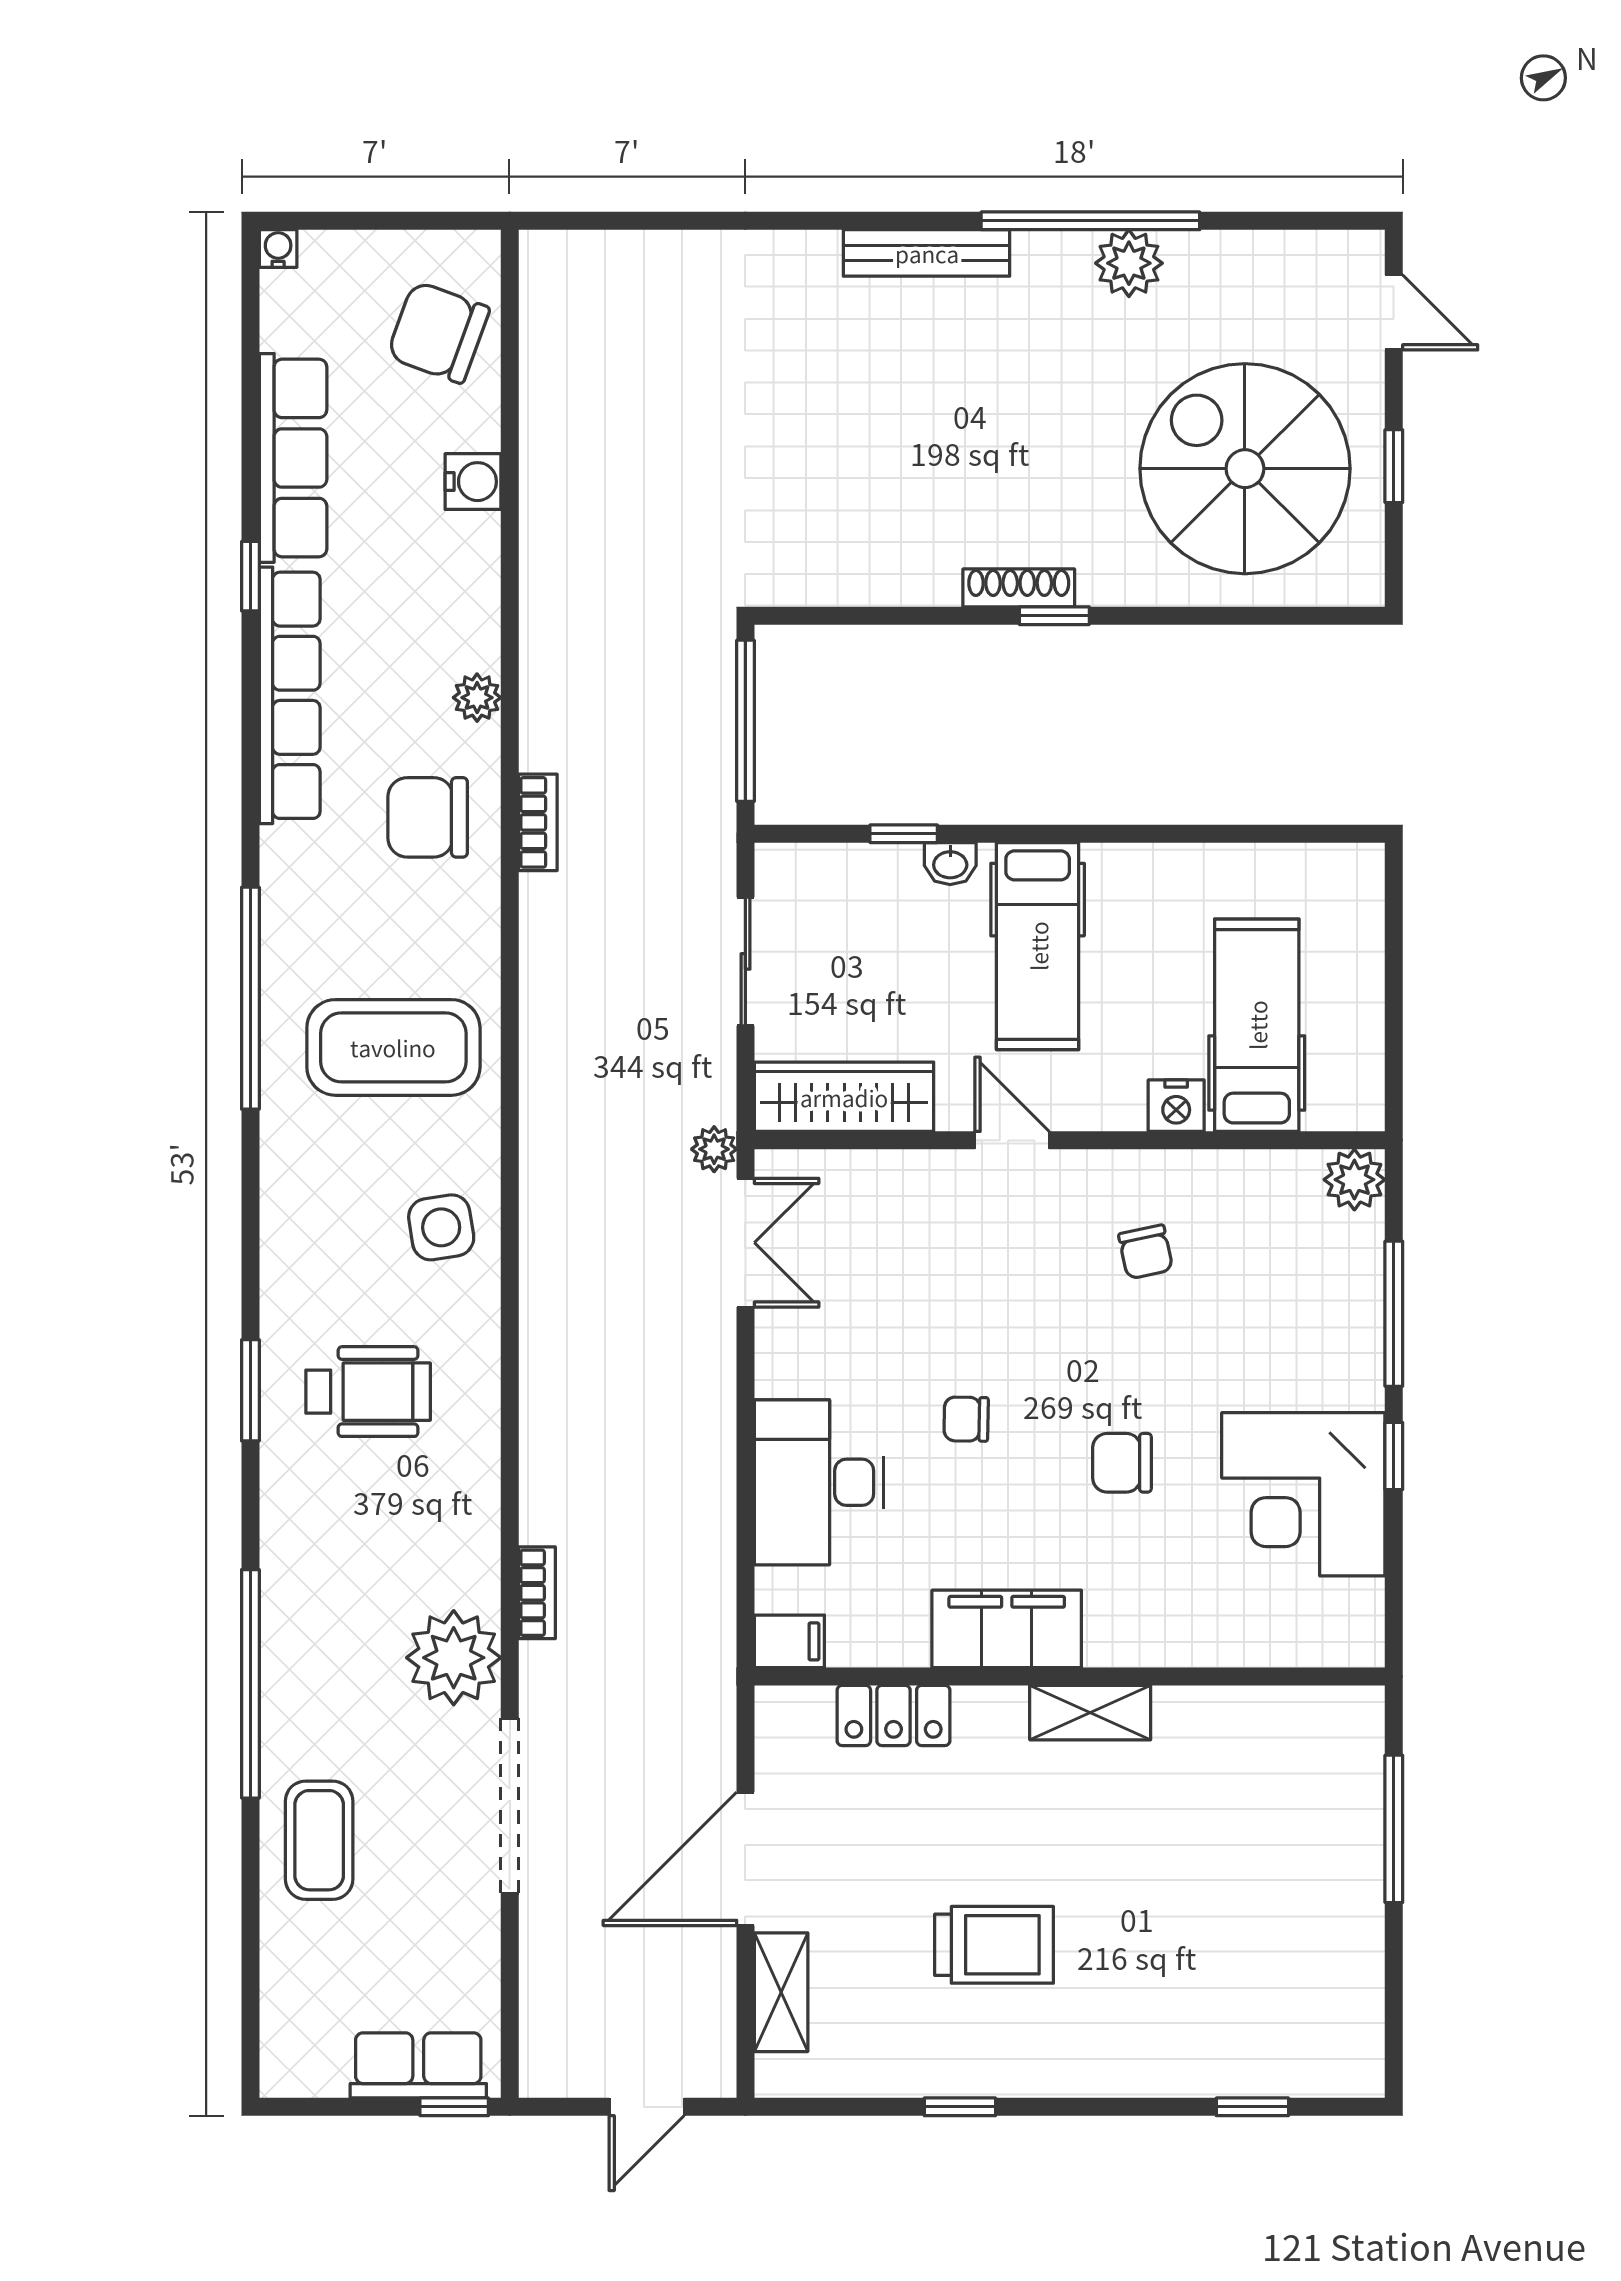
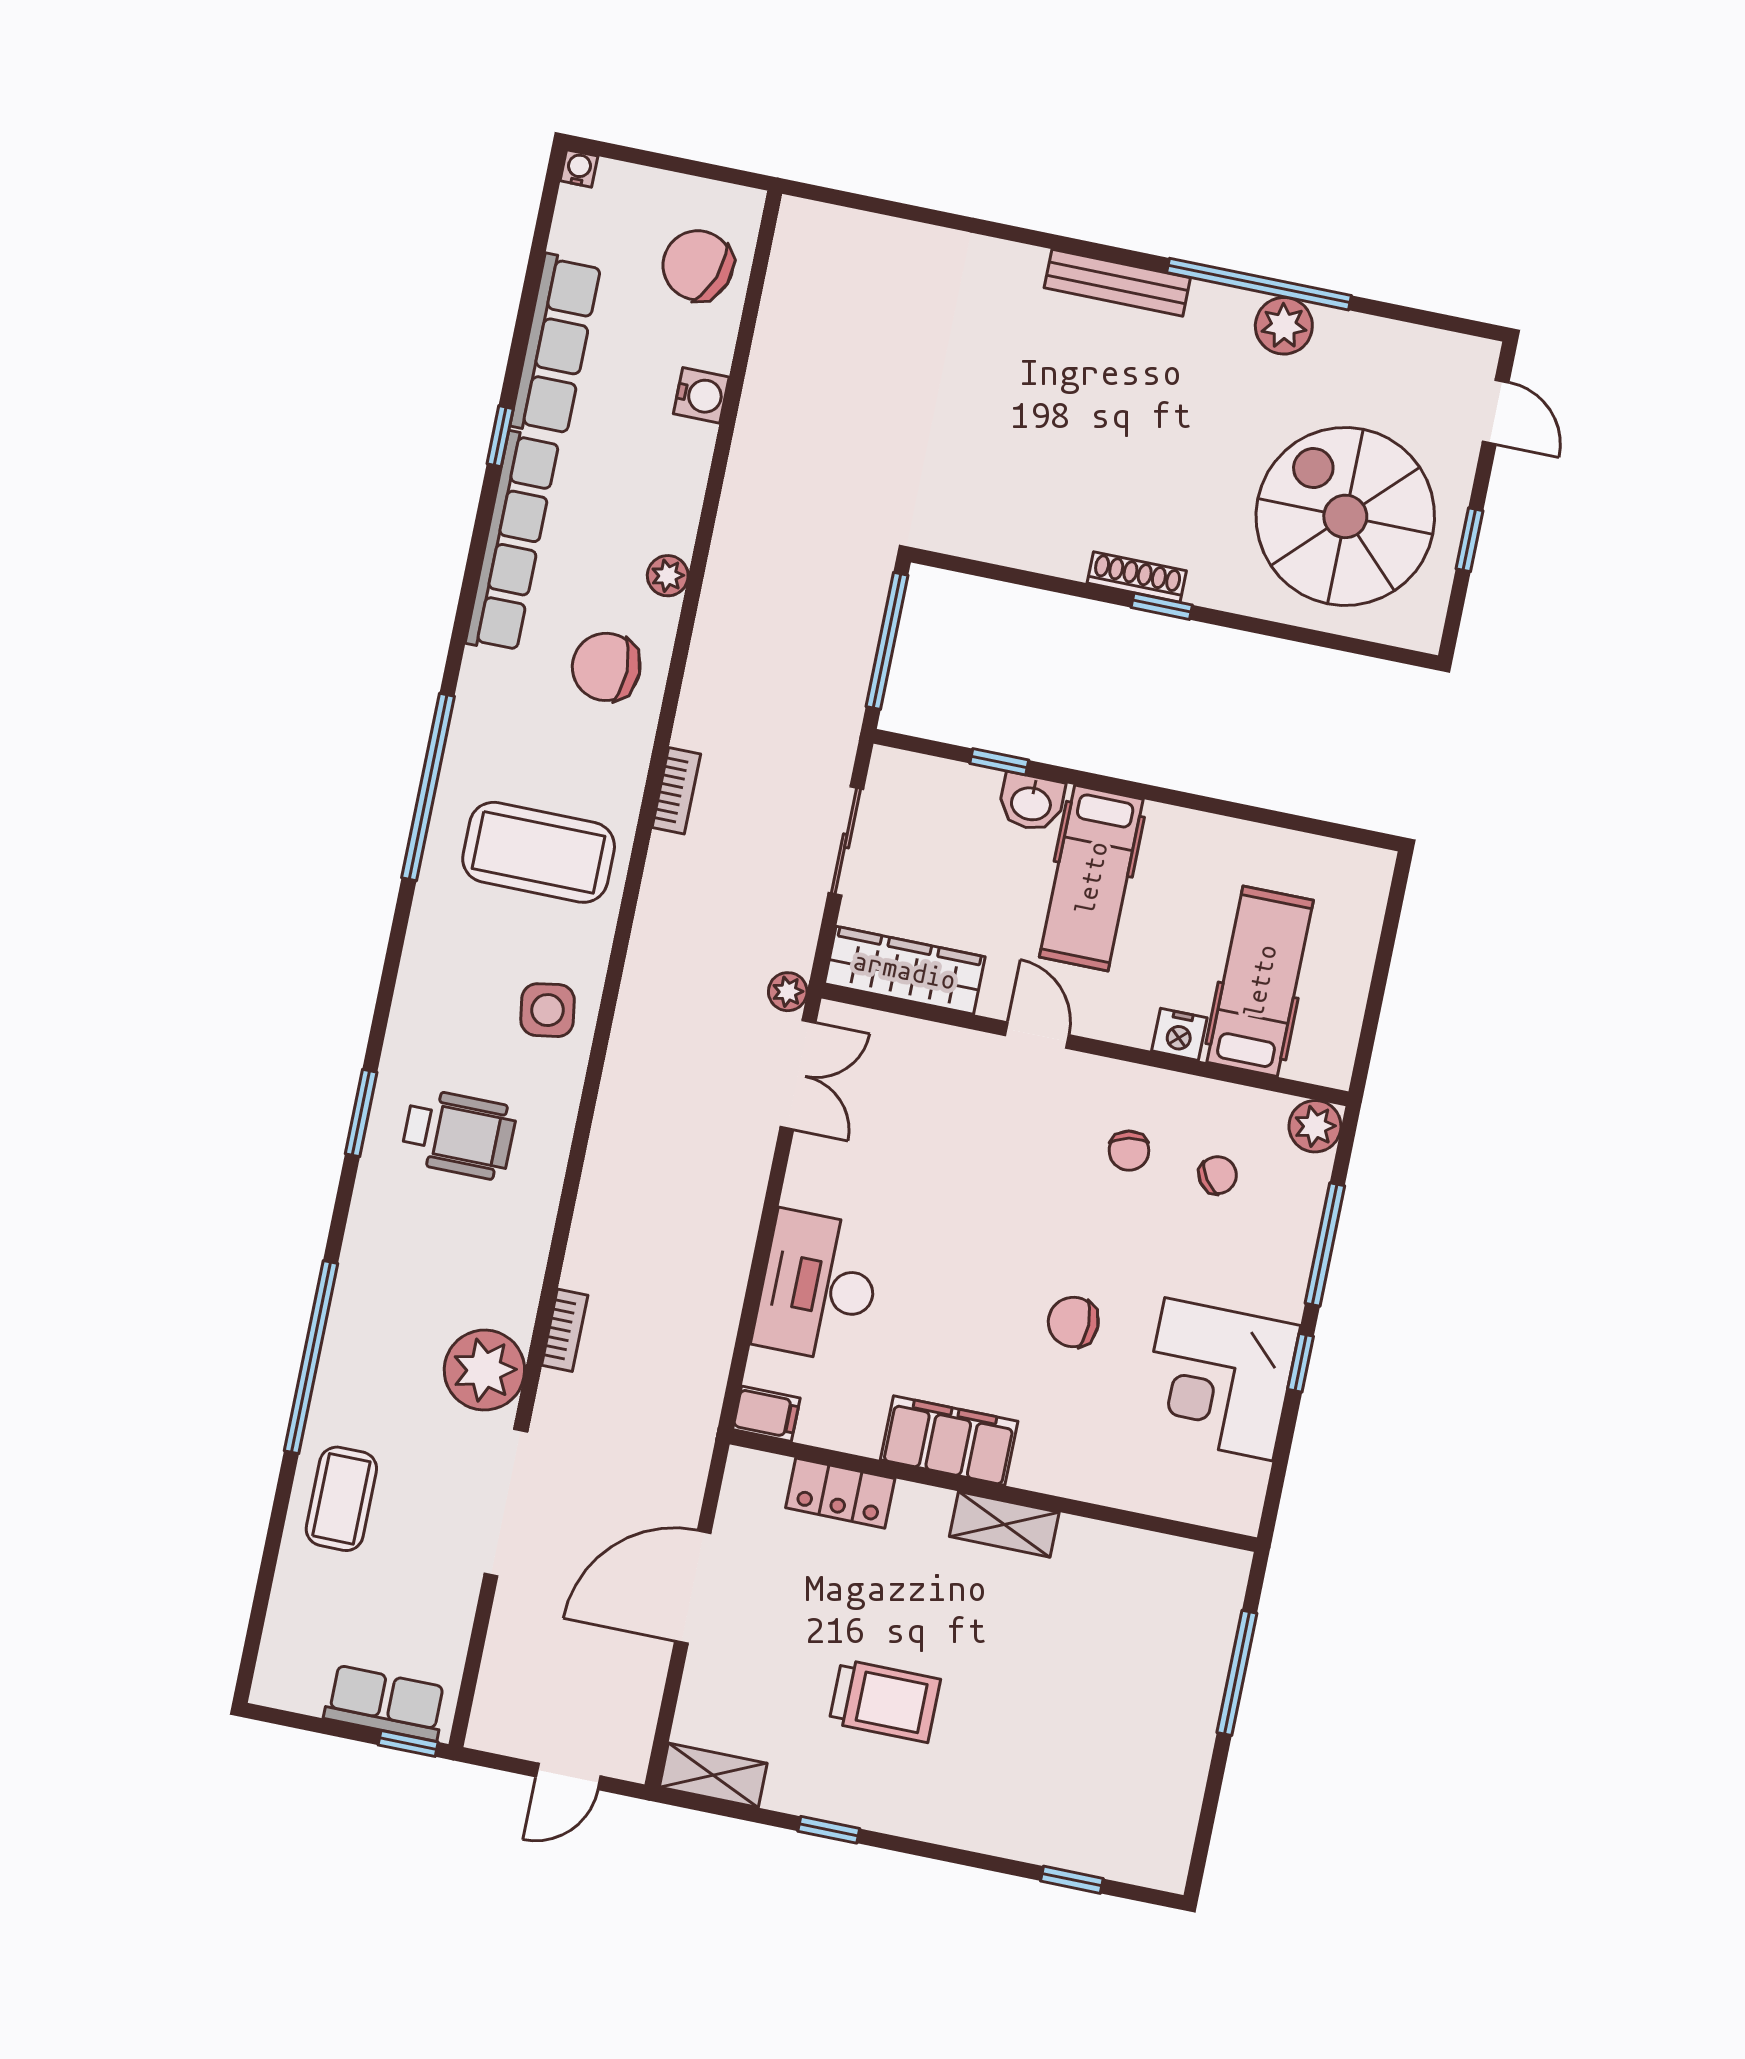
bookcase: (538, 822) -> (676, 791), moved
washbasin: (950, 864) -> (1031, 802), width x1.38, depth x1.45
chair: (966, 1419) -> (1218, 1175), moved, turned 144
shelving: (781, 1992) -> (713, 1775), moved, turned 90

